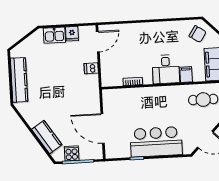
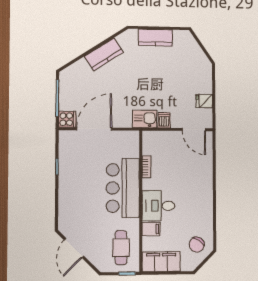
kitchen sink: (54, 35) -> (145, 119), moved, turned 90
kitchen counter: (19, 80) -> (155, 38), width x0.67
kitchen counter: (47, 137) -> (104, 54), moved
bar counter: (156, 142) -> (123, 188), moved, turned 180
cooker: (72, 153) -> (67, 119), moved

